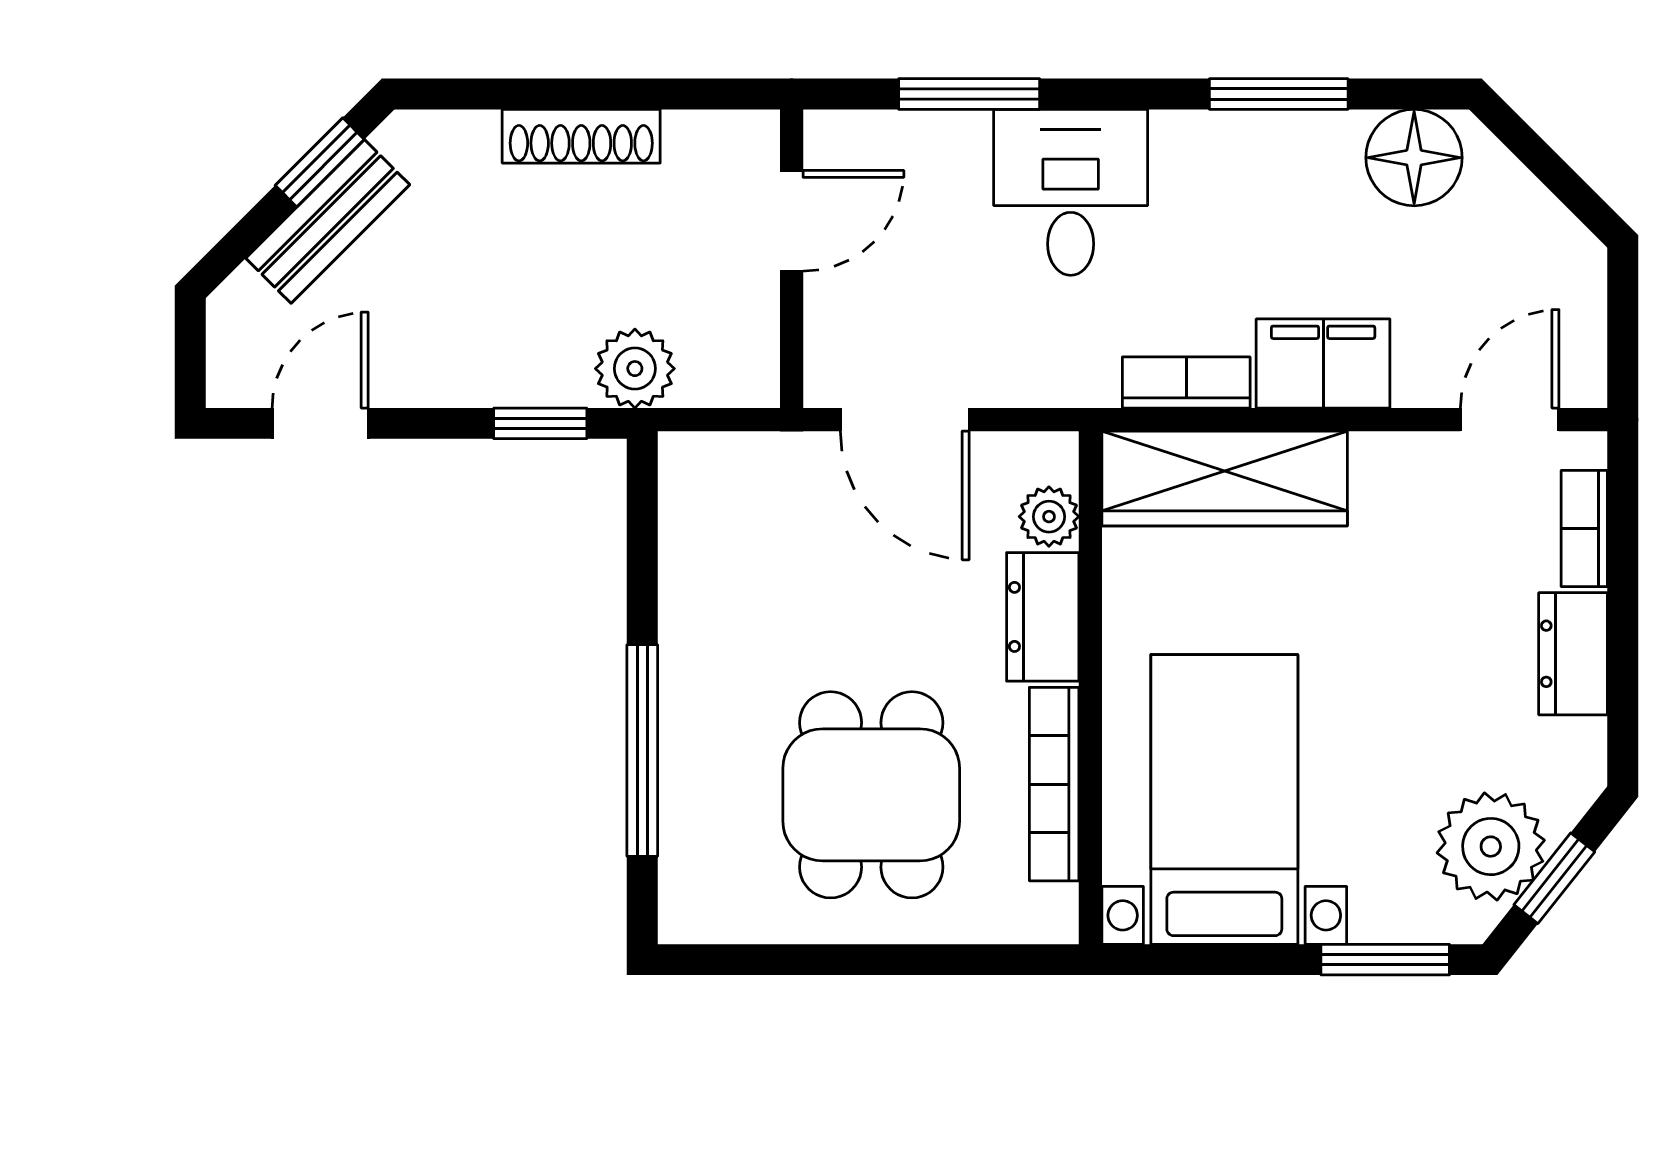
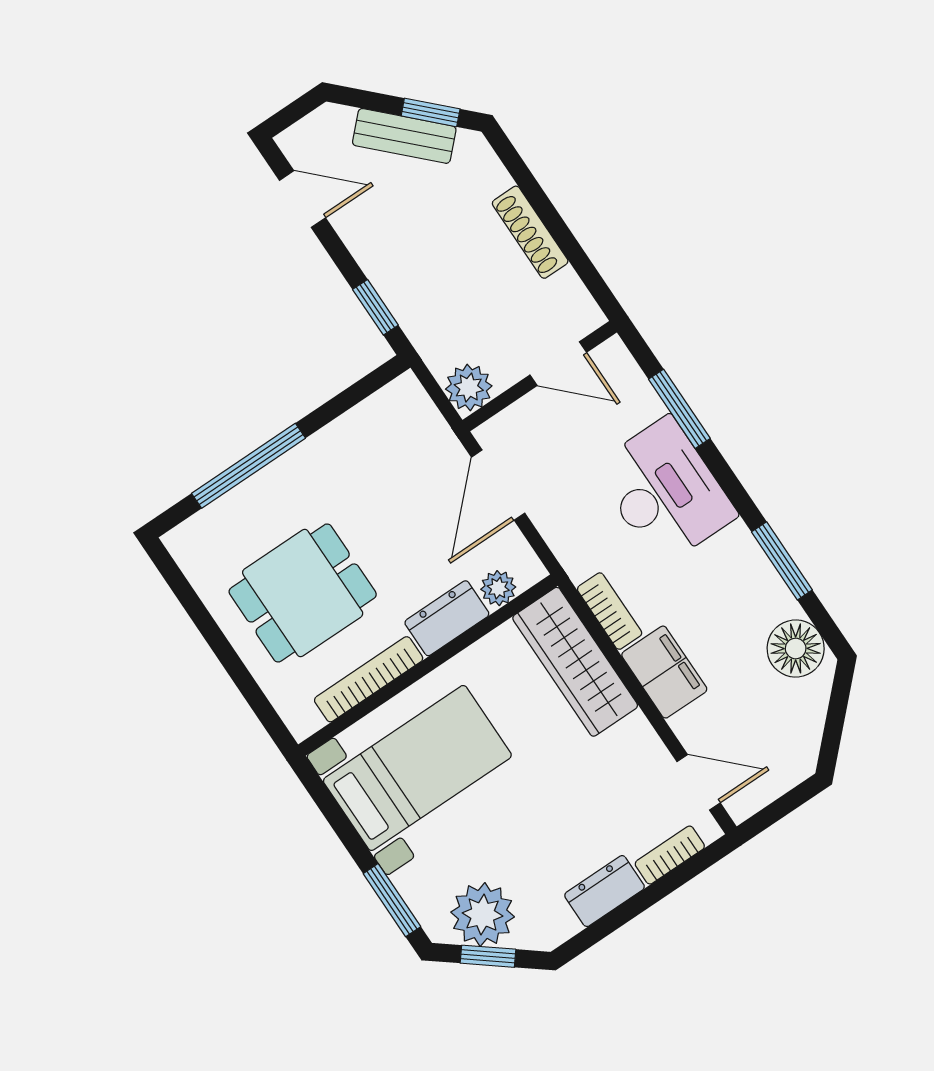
desk: (1071, 192) -> (665, 491), width x1.37
plant: (635, 369) -> (469, 387), moved

